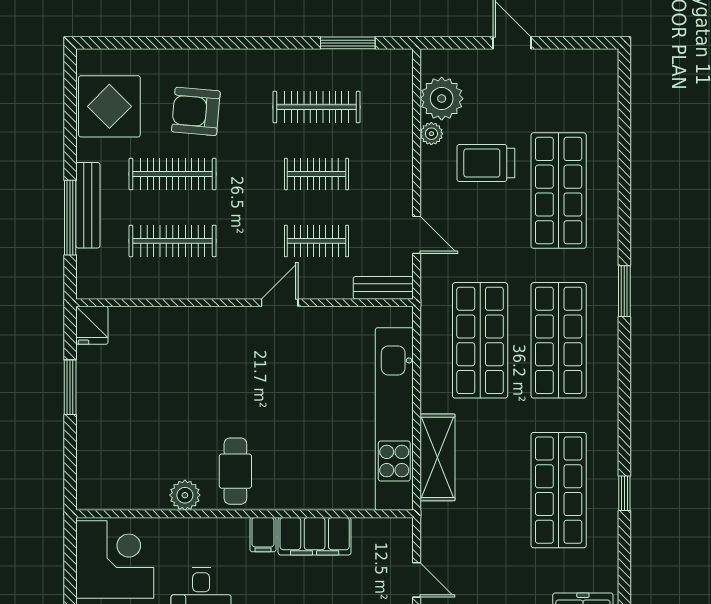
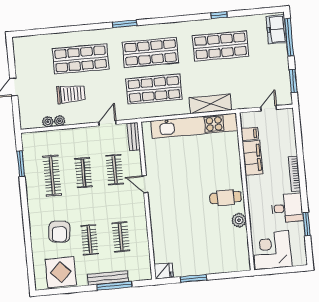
plant: (442, 99) -> (48, 122), width x0.53, depth x0.53
trolley: (486, 163) -> (71, 94), turned -90
clothes rail: (173, 174) -> (90, 240), width x0.73
clothes rail: (173, 241) -> (121, 237), width x0.73
filing cabinet: (263, 535) -> (250, 134), moved

